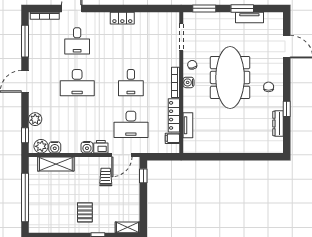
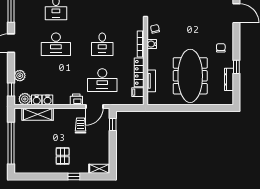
meeting table: (230, 77) -> (190, 76), moved
water cooler: (87, 147) -> (48, 100), moved

